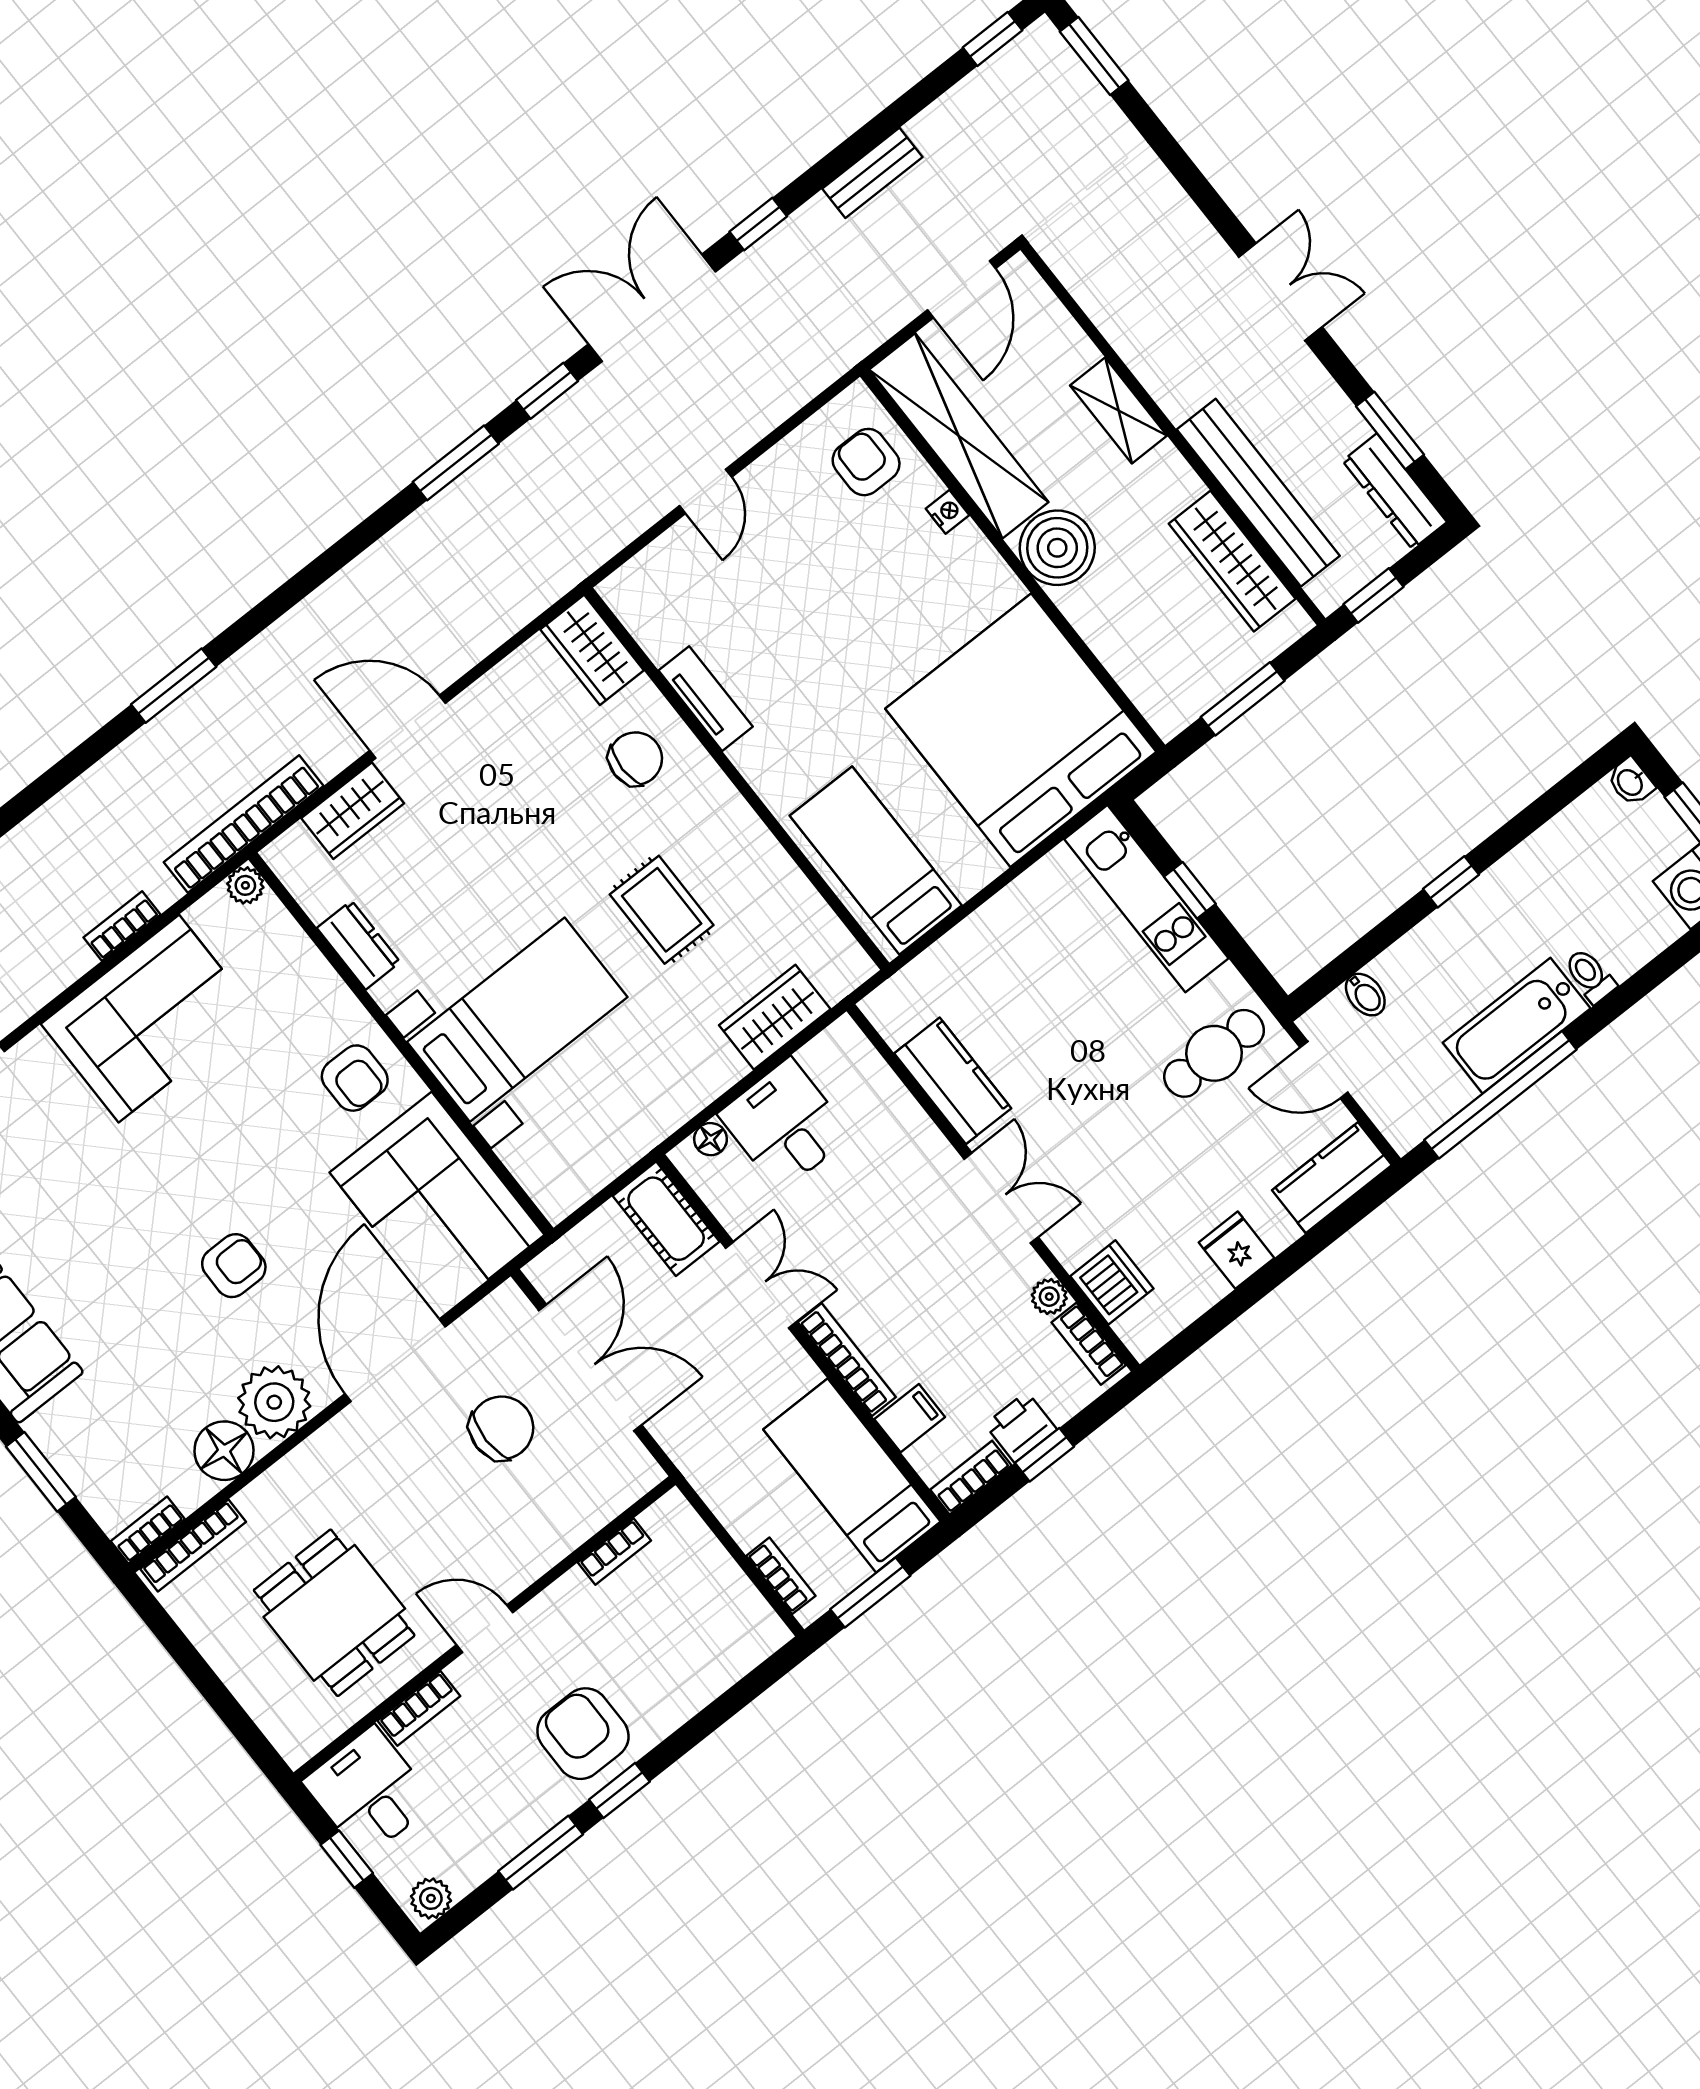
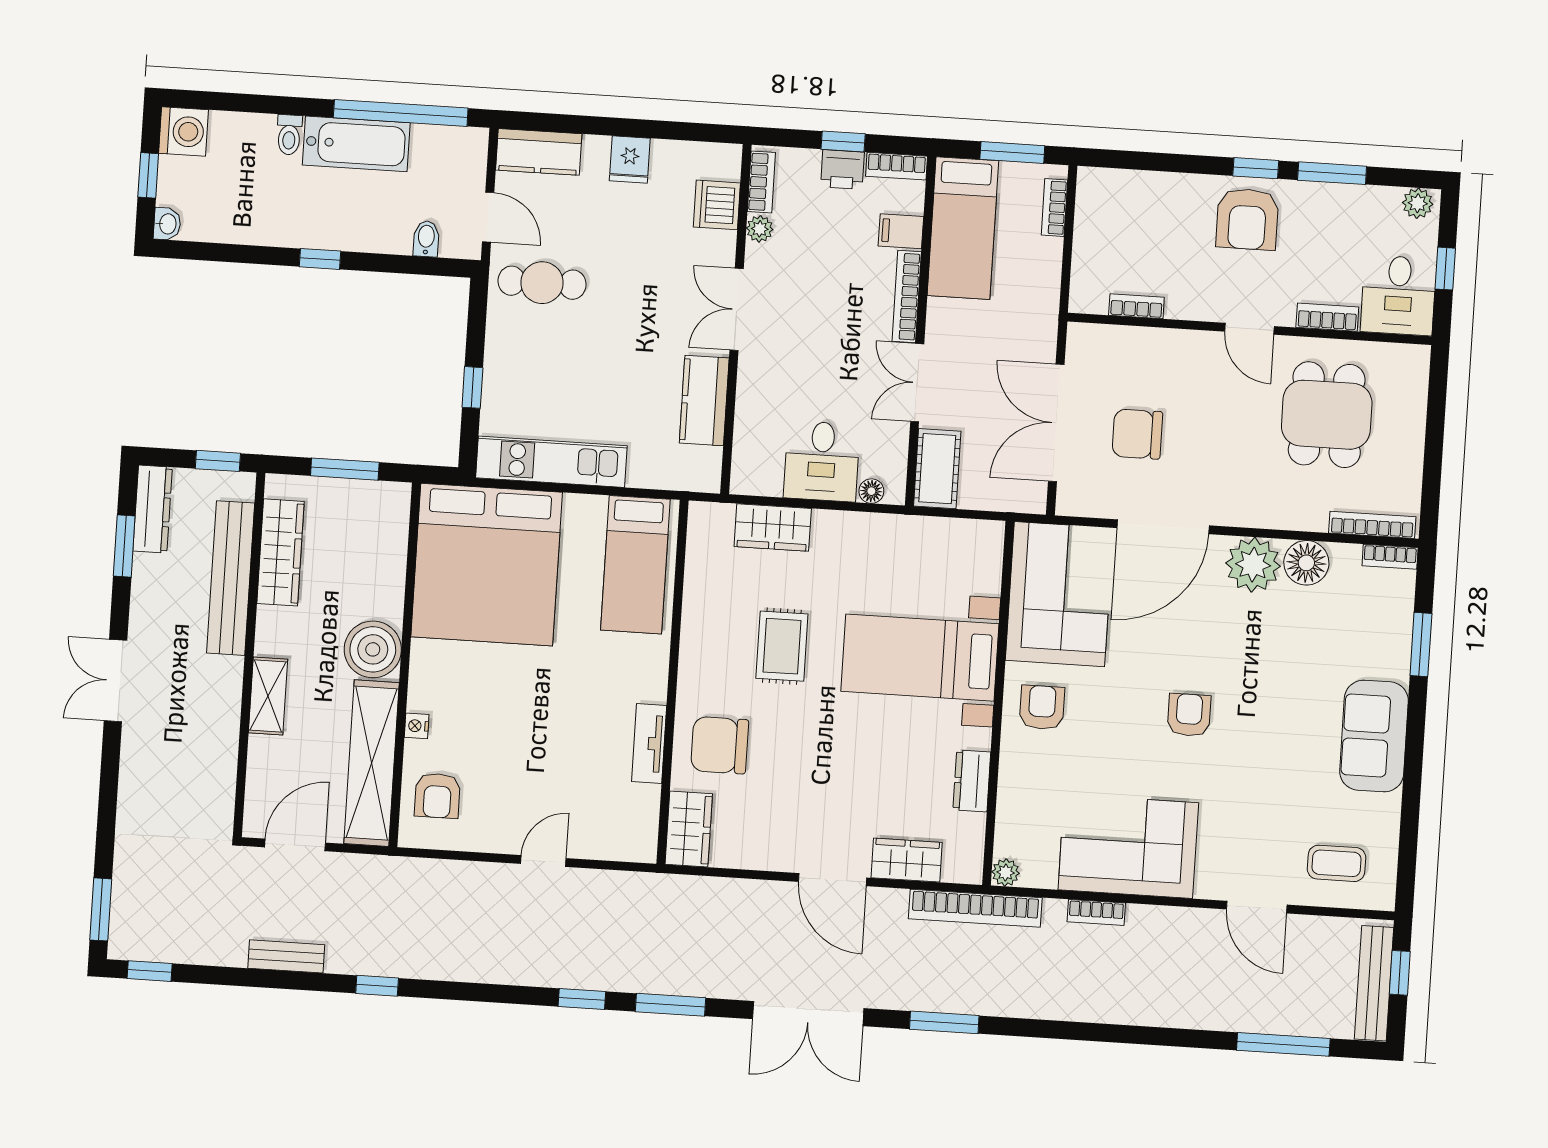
double door: (652, 308) -> (808, 1014), moved
chair: (635, 759) -> (720, 745), width x1.37, depth x1.37
kitchen unit: (1146, 899) -> (551, 462), moved, turned -90
armchair: (234, 1266) -> (1189, 715), moved, turned 90

